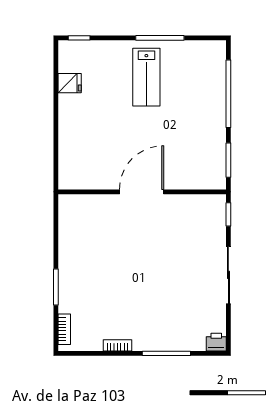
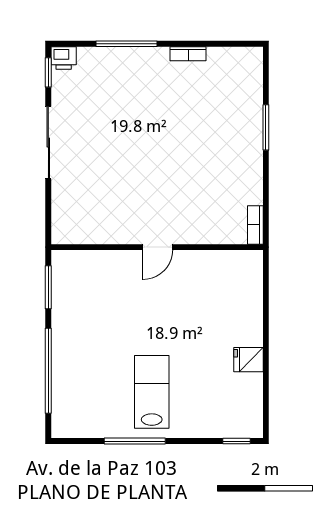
fridge: (70, 83) -> (248, 360), moved
door: (142, 192) -> (158, 247), width x0.53
window: (228, 214) -> (48, 72), moved
bookcase: (64, 329) -> (255, 225), moved

